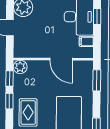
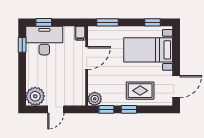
filing cabinet: (86, 41) -> (80, 33), moved

